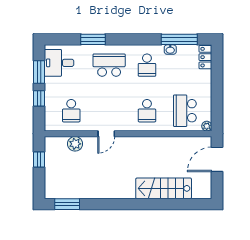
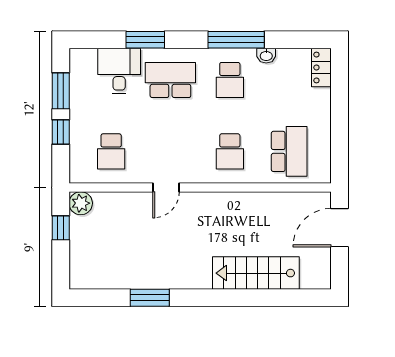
window: (179, 39) -> (236, 40), moved
desk: (59, 63) -> (119, 71), moved, turned 90
school desk: (185, 111) -> (289, 151), turned 180
plant: (207, 126) -> (323, 175), removed
plant: (75, 144) -> (81, 203), moved
window: (67, 204) -> (150, 298), moved

